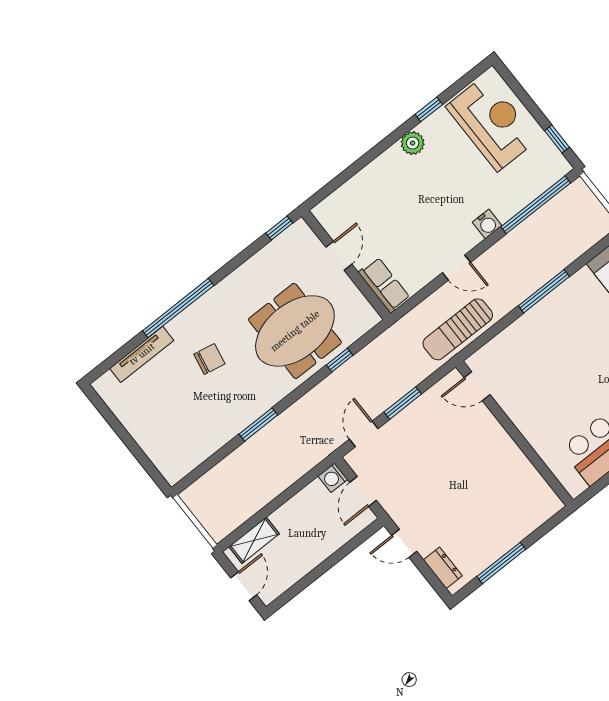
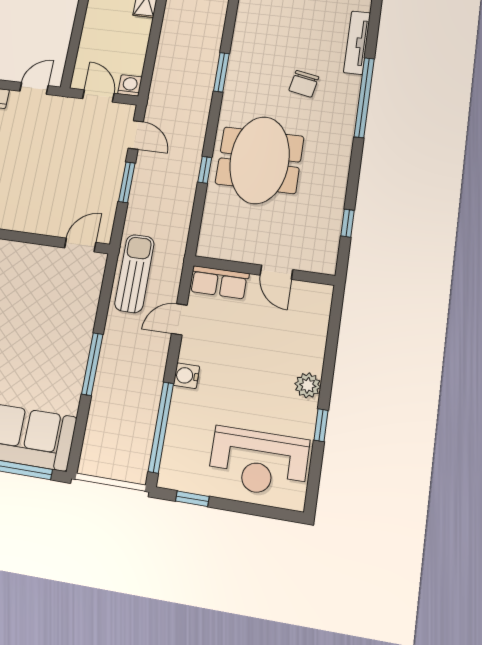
door: (339, 256) -> (276, 272), moved
wall: (346, 265) -> (264, 271), moved
row of seats: (384, 285) -> (219, 282), moved

